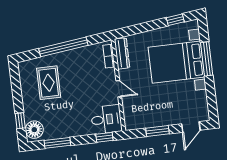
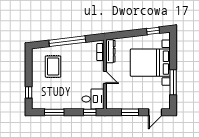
window: (207, 59) -> (173, 82), moved
floor lamp: (34, 130) -> (38, 100), removed

